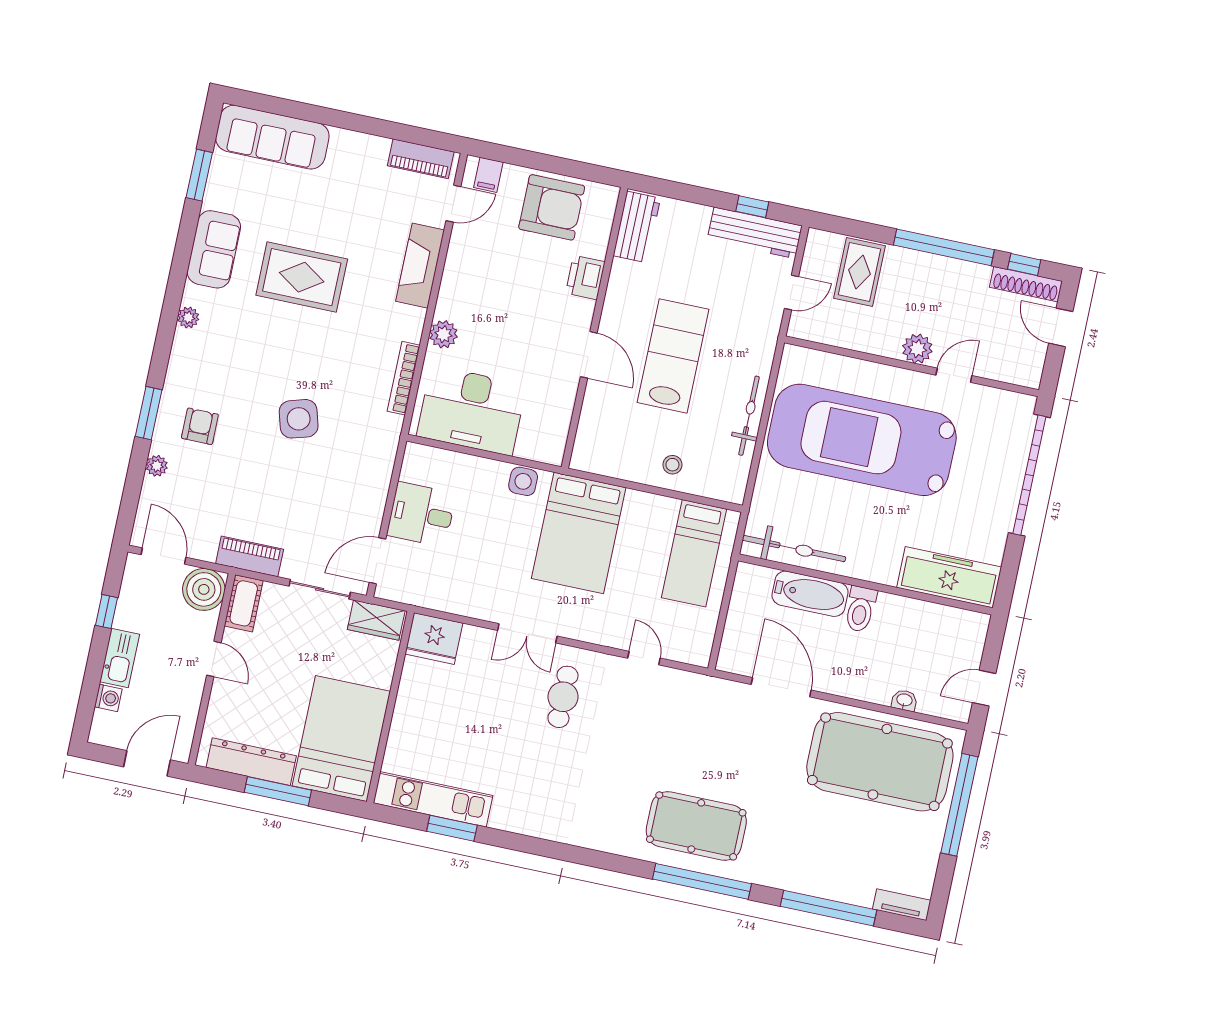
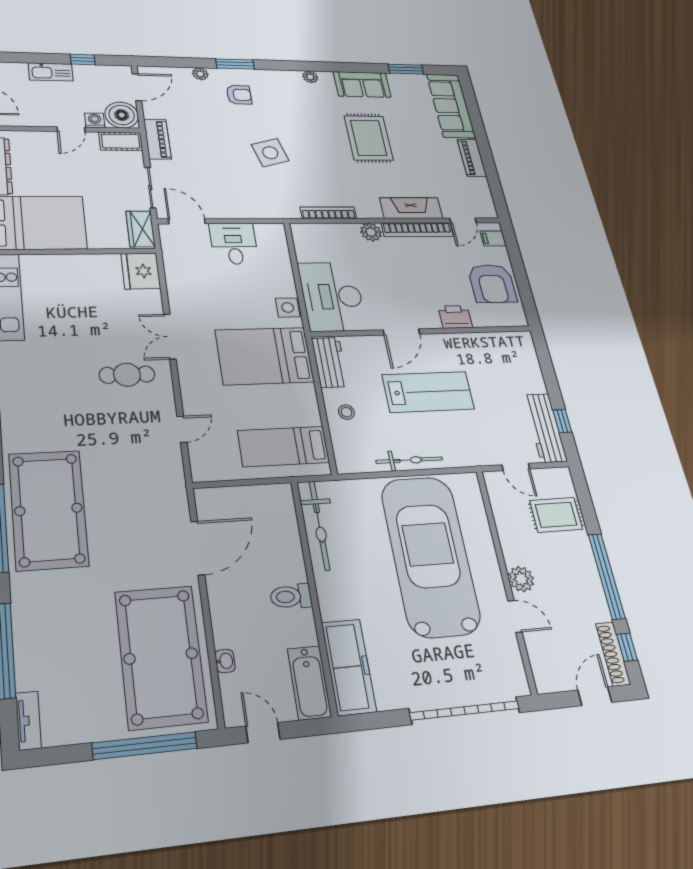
piano: (421, 159) -> (472, 158), moved
door: (453, 204) -> (463, 221), hinge flipped
workbench: (637, 227) -> (330, 362), moved, turned -90
bookcase: (453, 271) -> (417, 230), added
desk: (472, 410) -> (332, 297), moved
bathtub: (810, 594) -> (309, 683), moved
washing machine: (108, 698) -> (95, 120), moved, turned 180
pool table: (696, 826) -> (48, 509), width x1.36, depth x1.32

